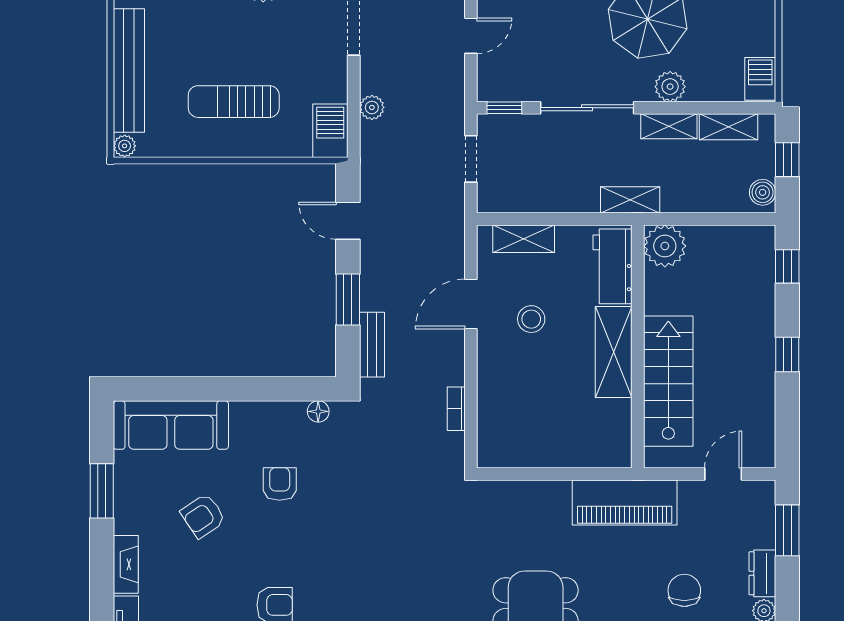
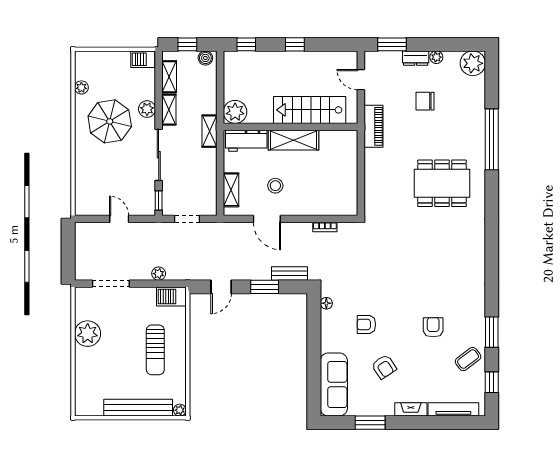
piano: (625, 502) -> (373, 126), width x0.73, depth x0.75

